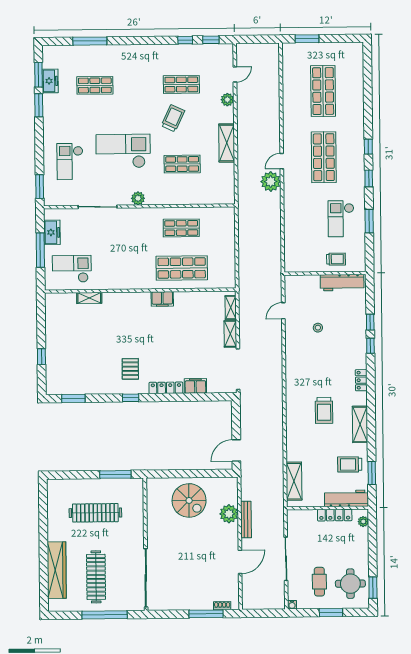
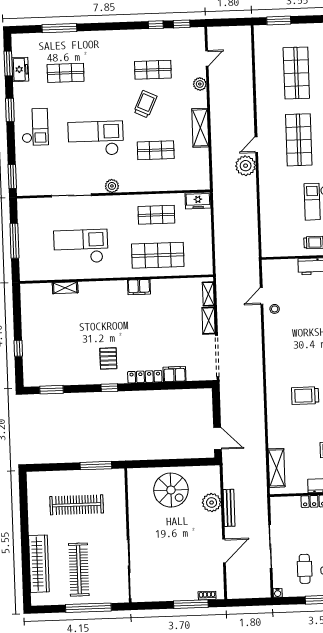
window: (39, 105) -> (10, 110), moved
checkout: (70, 162) -> (35, 127), moved, turned 180
freezer: (52, 232) -> (198, 201), moved, turned 90
checkout: (72, 269) -> (81, 246), moved, width x1.36, depth x1.21
stool: (318, 328) -> (275, 309), moved
trolley: (324, 410) -> (305, 396), turned 90
door: (236, 450) -> (218, 438), swing flipped

